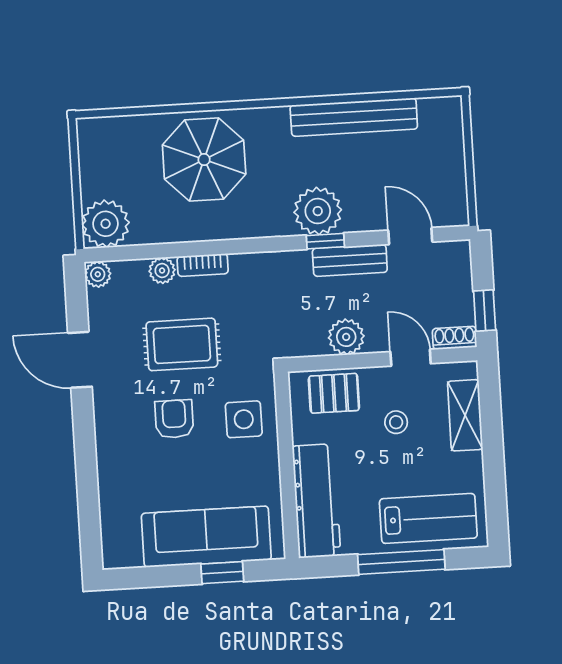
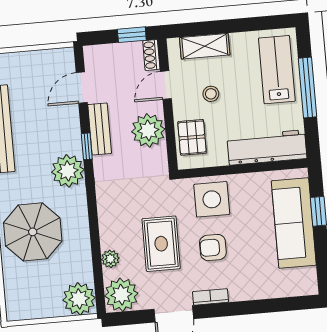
plant: (318, 211) -> (68, 171), moved
bookcase: (203, 265) -> (210, 297), moved, turned -90
plant: (98, 274) -> (121, 295), width x1.88, depth x1.88
plant: (346, 337) -> (148, 130), width x1.36, depth x1.36
side table: (244, 419) -> (212, 199), width x1.37, depth x1.37

